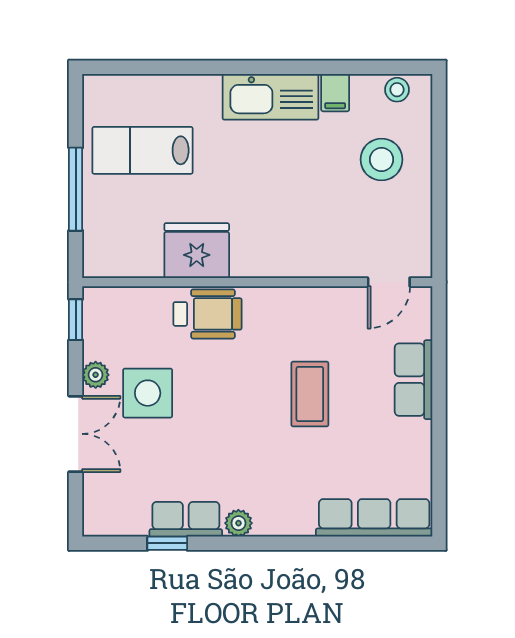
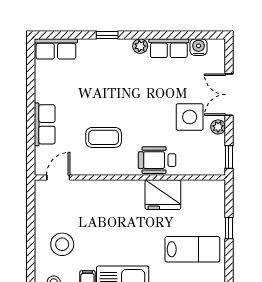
window: (76, 189) -> (229, 228), width x0.46
coffee table: (310, 394) -> (104, 137), moved, turned 90
row of seats: (374, 518) -> (56, 49), width x0.68
water cooler: (131, 521) -> (199, 47), added
window: (167, 543) -> (107, 35), moved

